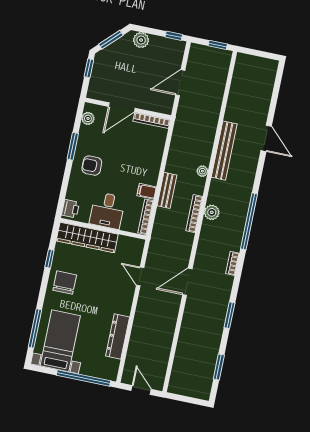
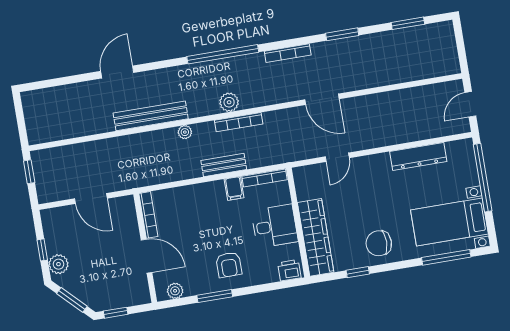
window: (174, 36) -> (42, 250), moved
bookcase: (233, 263) -> (288, 53), width x1.56

